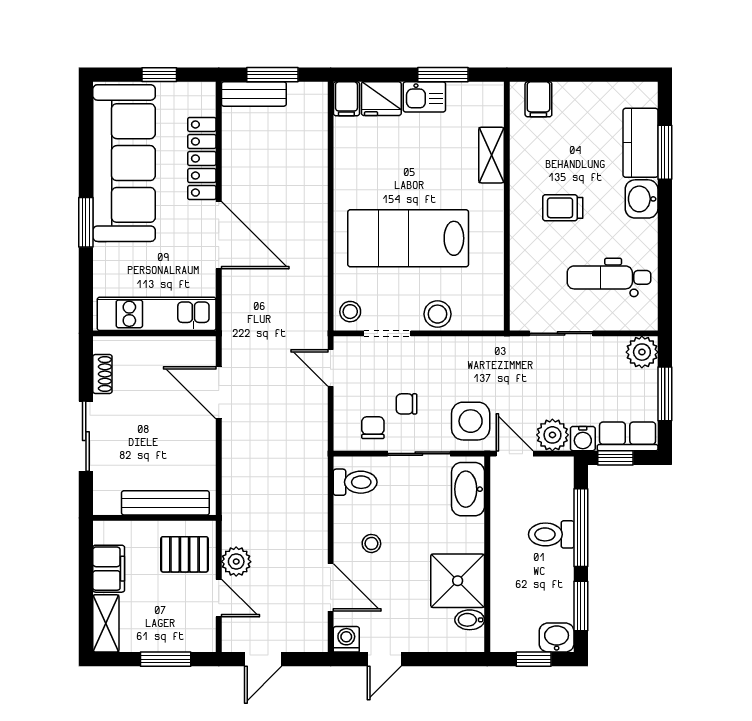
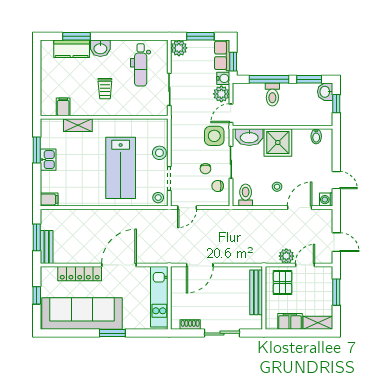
fridge: (381, 99) -> (49, 182), removed
filing cabinet: (538, 99) -> (63, 107), moved, turned -90
shower: (458, 581) -> (278, 143), moved

